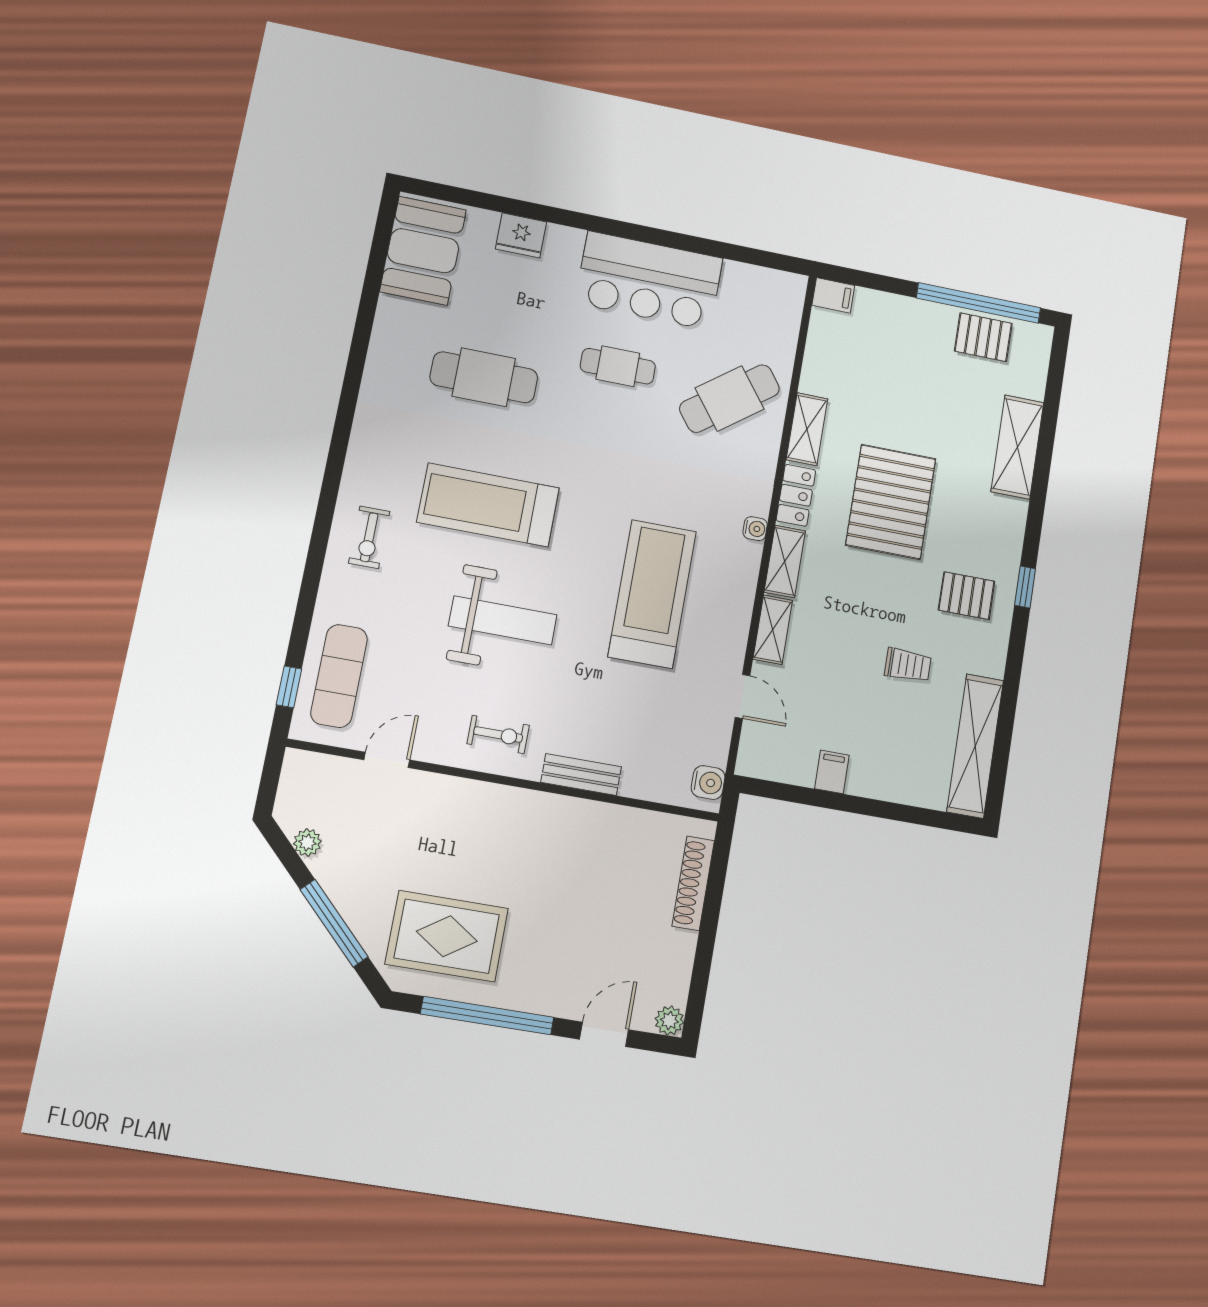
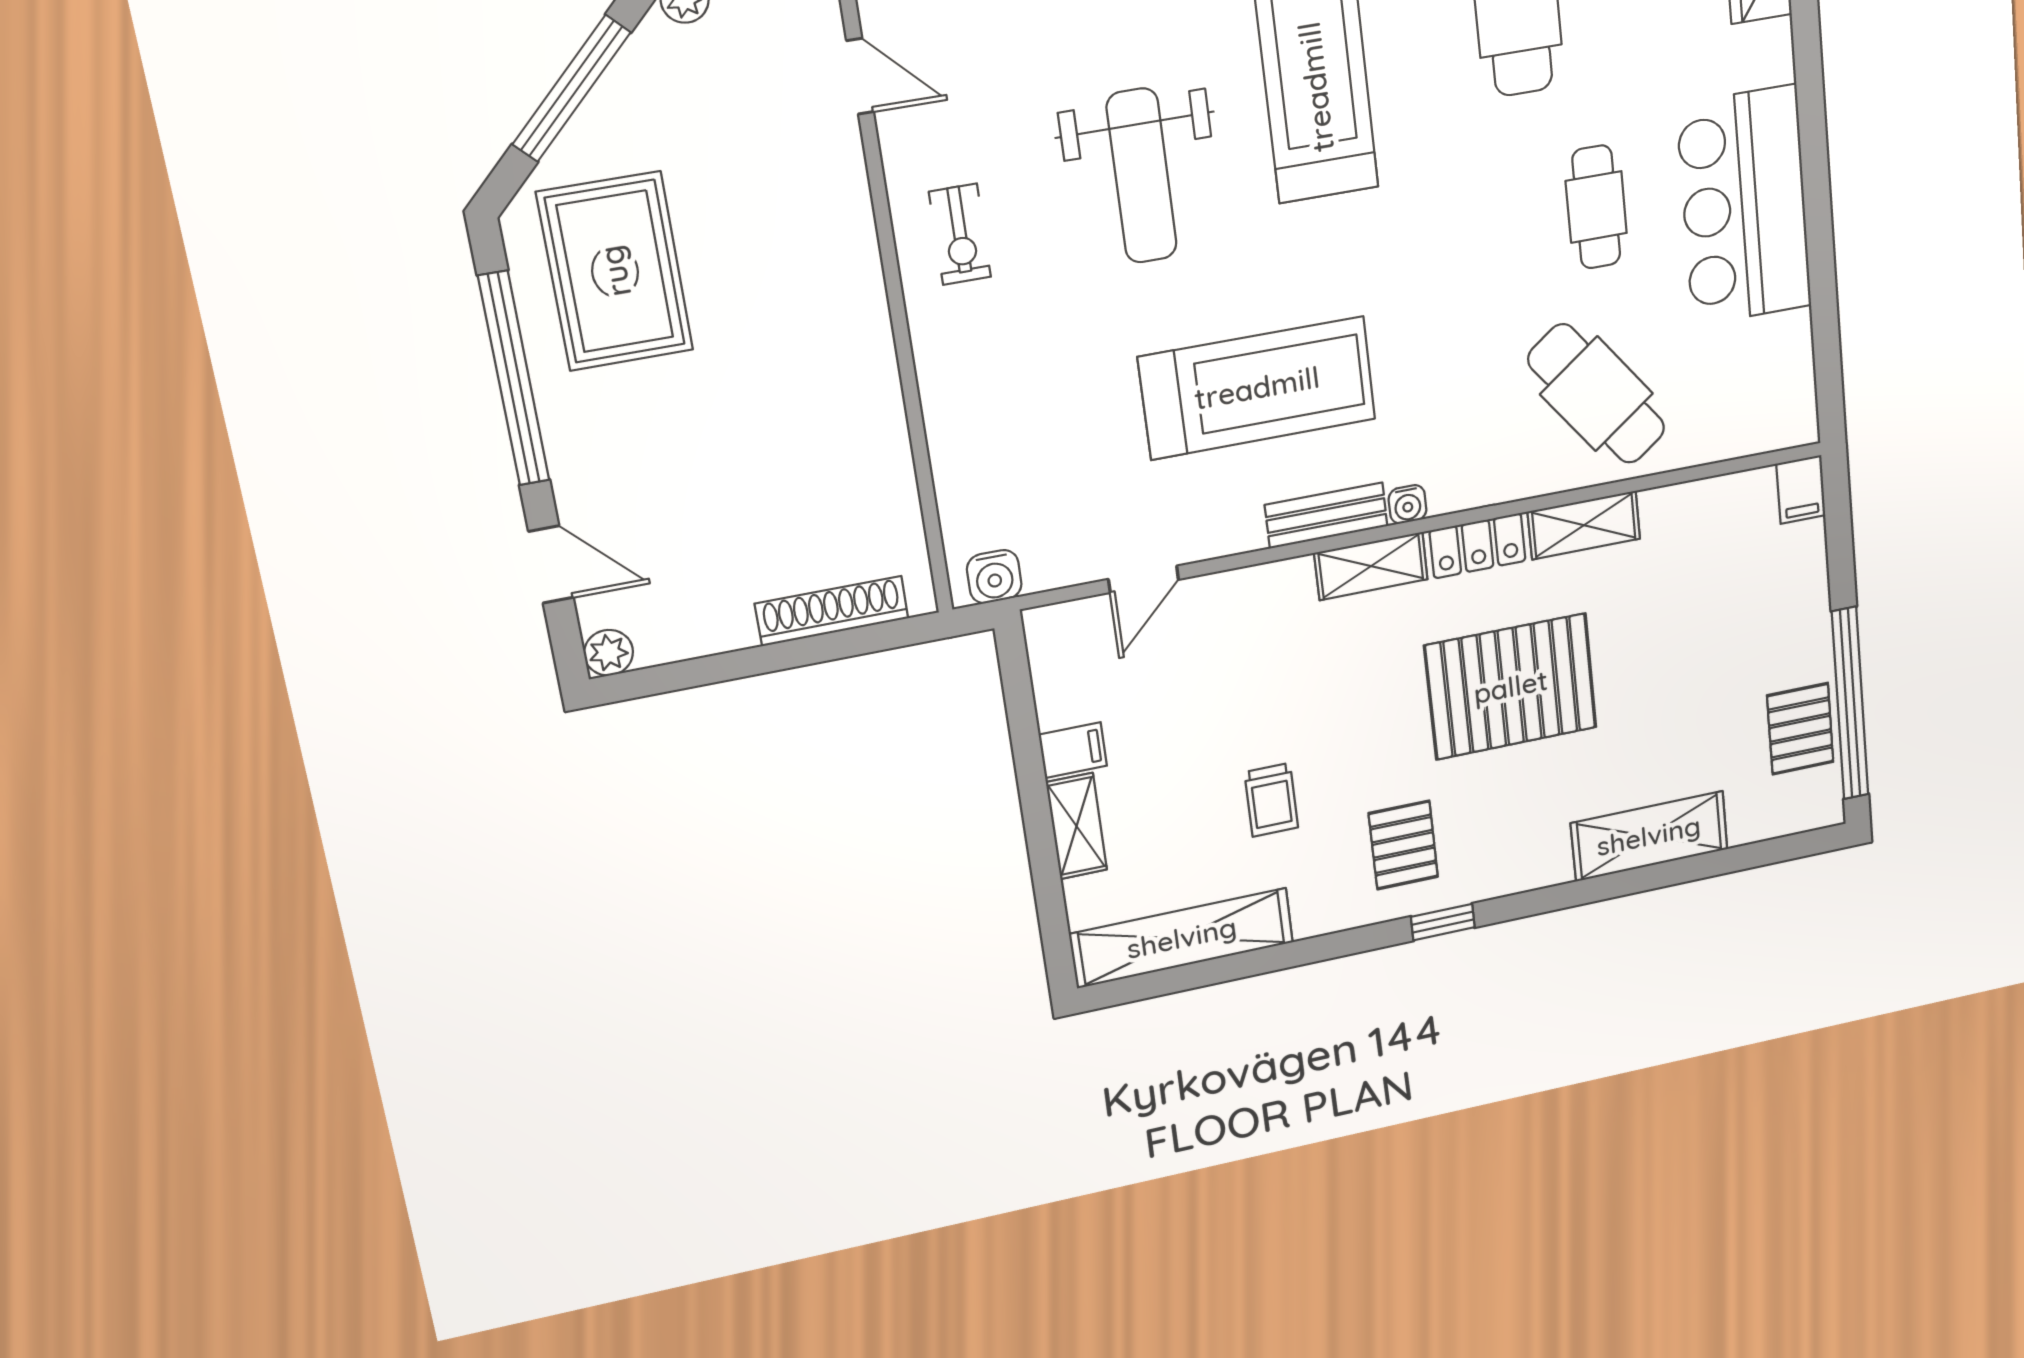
shelving: (773, 630) -> (1077, 826), moved, turned 90
bench: (581, 775) -> (1326, 516), moved, turned 90

